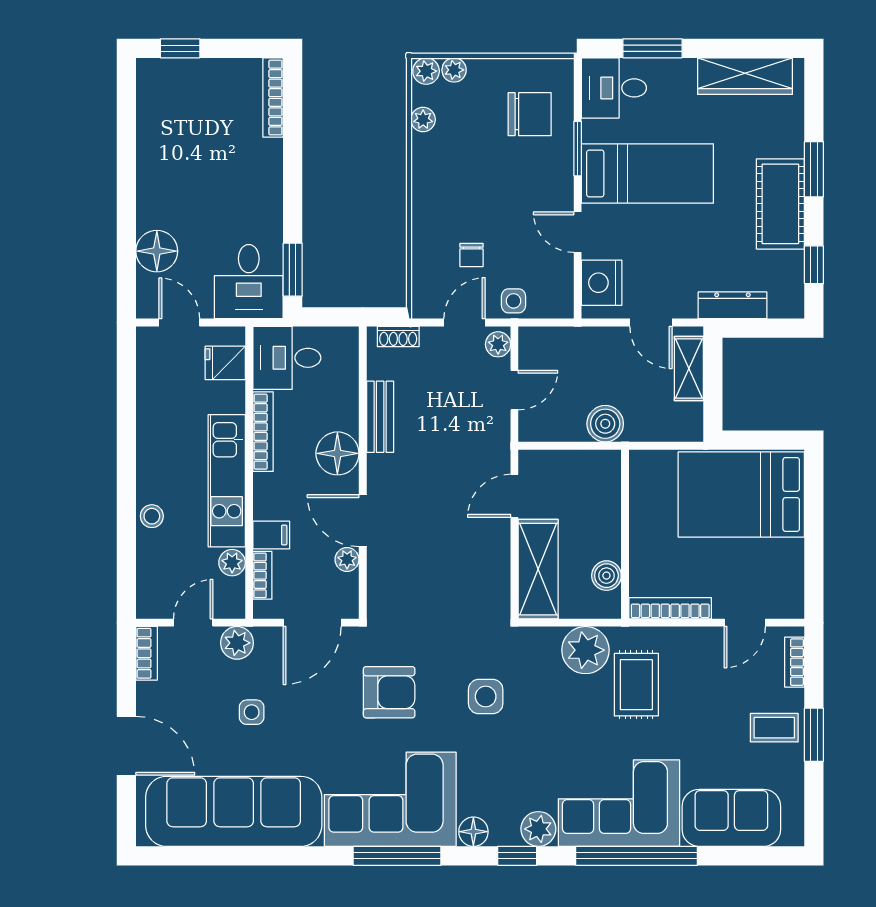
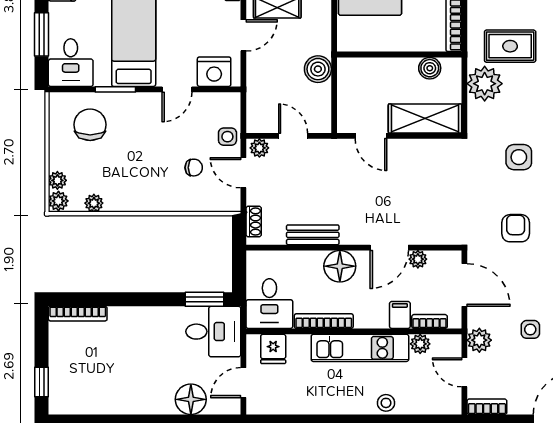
armchair: (389, 692) -> (516, 228), width x0.72, depth x0.72

